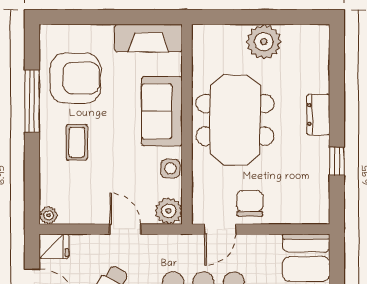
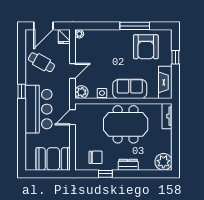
window: (97, 17) -> (175, 57), added
tv unit: (218, 34) -> (167, 116), added
plant: (264, 42) -> (163, 162), moved
coffee table: (77, 142) -> (115, 48), removed
chair: (250, 203) -> (96, 157), moved
door: (220, 229) -> (73, 117), hinge flipped

